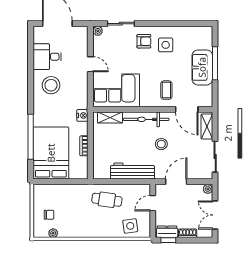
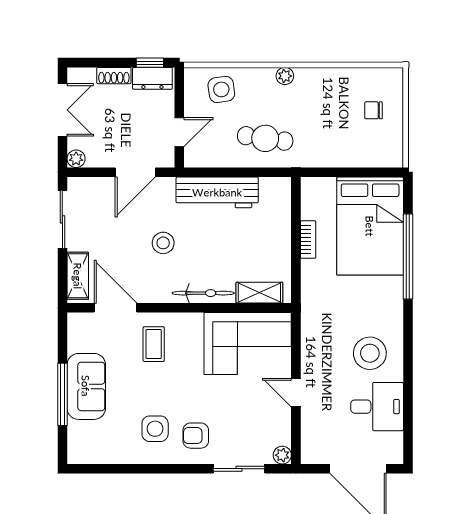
nightstand: (82, 115) -> (311, 297), removed
bicycle: (146, 119) -> (203, 293), width x0.73, depth x0.71
plant: (53, 233) -> (285, 76), moved

